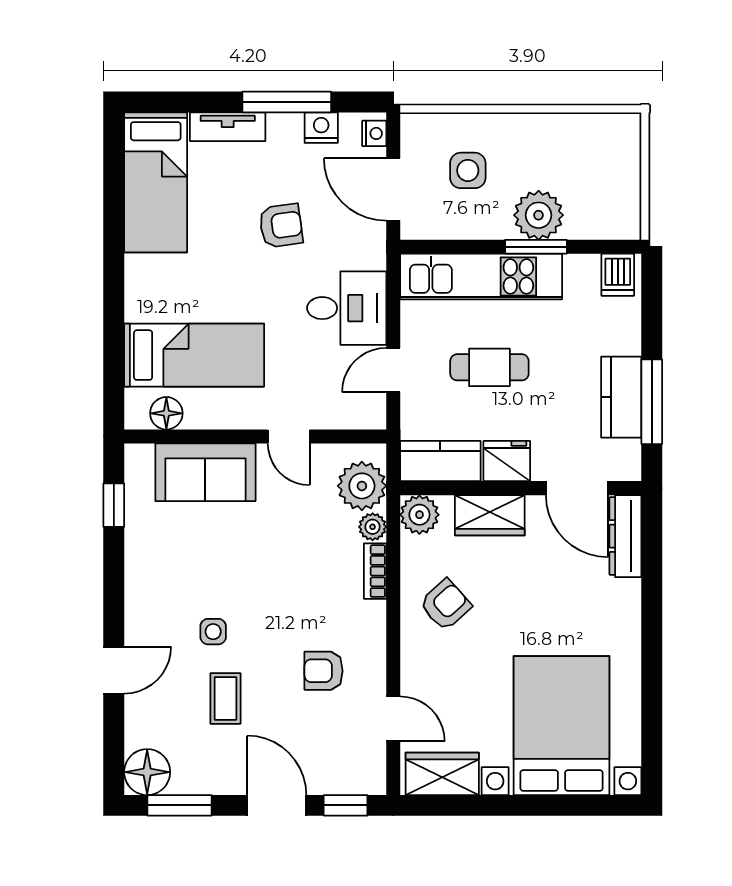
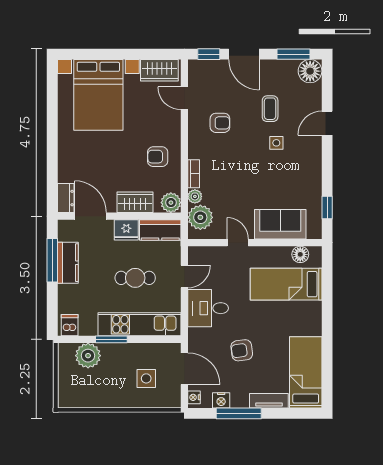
plant: (539, 215) -> (88, 356), moved
dresser: (625, 536) -> (66, 198), width x0.70
armchair: (445, 605) -> (158, 157), turned 42

